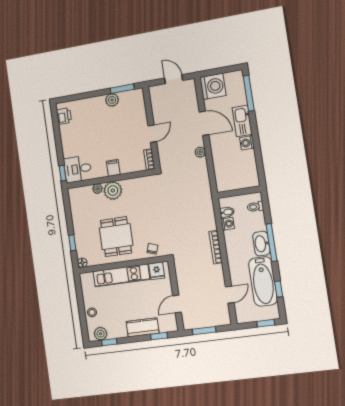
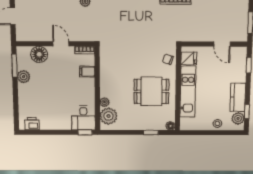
floor lamp: (138, 113) -> (39, 54), added
filing cabinet: (113, 168) -> (87, 72), moved
plant: (113, 191) -> (108, 116), moved
kitchen counter: (142, 327) -> (238, 97), moved

